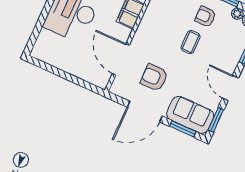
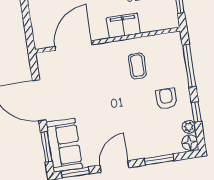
coffee table: (191, 42) -> (137, 66), moved, turned 90
armchair: (154, 78) -> (77, 88), removed

